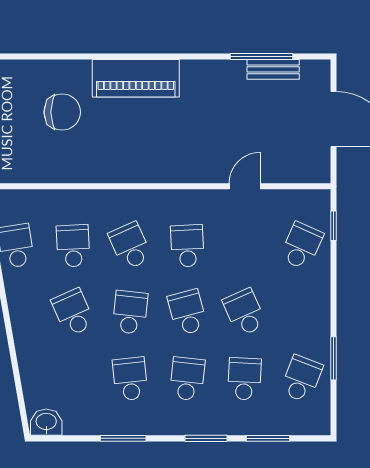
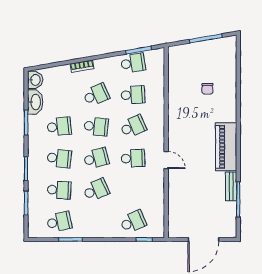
bench: (273, 69) -> (231, 186), moved
piano: (136, 78) -> (226, 147), moved
chair: (62, 112) -> (207, 89), width x0.54, depth x0.54
door: (245, 186) -> (166, 160), moved
school desk: (302, 246) -> (133, 222), turned -48
bookcase: (21, 338) -> (82, 66), added
school desk: (302, 379) -> (59, 222), turned -33
washbasin: (86, 422) -> (35, 102), added

